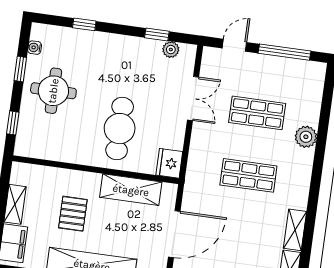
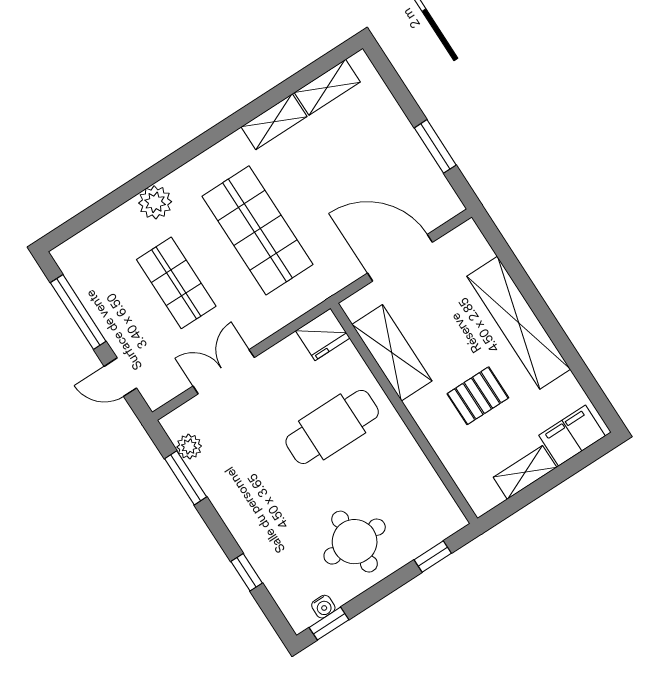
window: (157, 34) -> (186, 478), width x1.50
window: (20, 69) -> (329, 624), moved
shop shelf: (248, 175) -> (257, 230), width x1.43, depth x1.36

